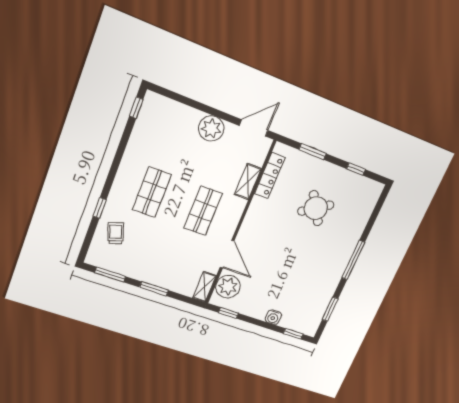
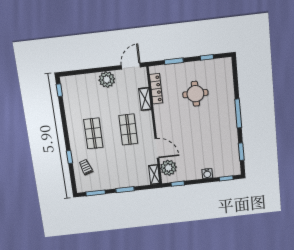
round table: (316, 208) -> (195, 94), turned 33

